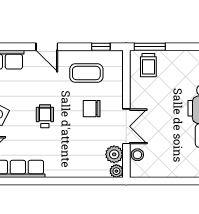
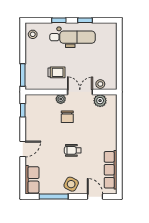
trolley: (148, 65) -> (56, 72), moved
coffee table: (86, 73) -> (42, 121), removed
plant: (116, 171) -> (61, 99), moved

